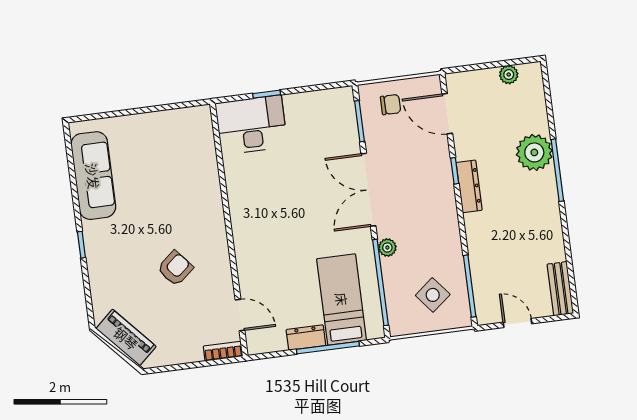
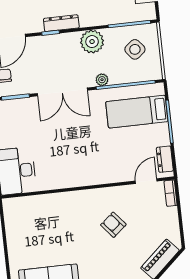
plant: (443, 232) -> (92, 42), added
dresser: (306, 338) -> (165, 159), moved

